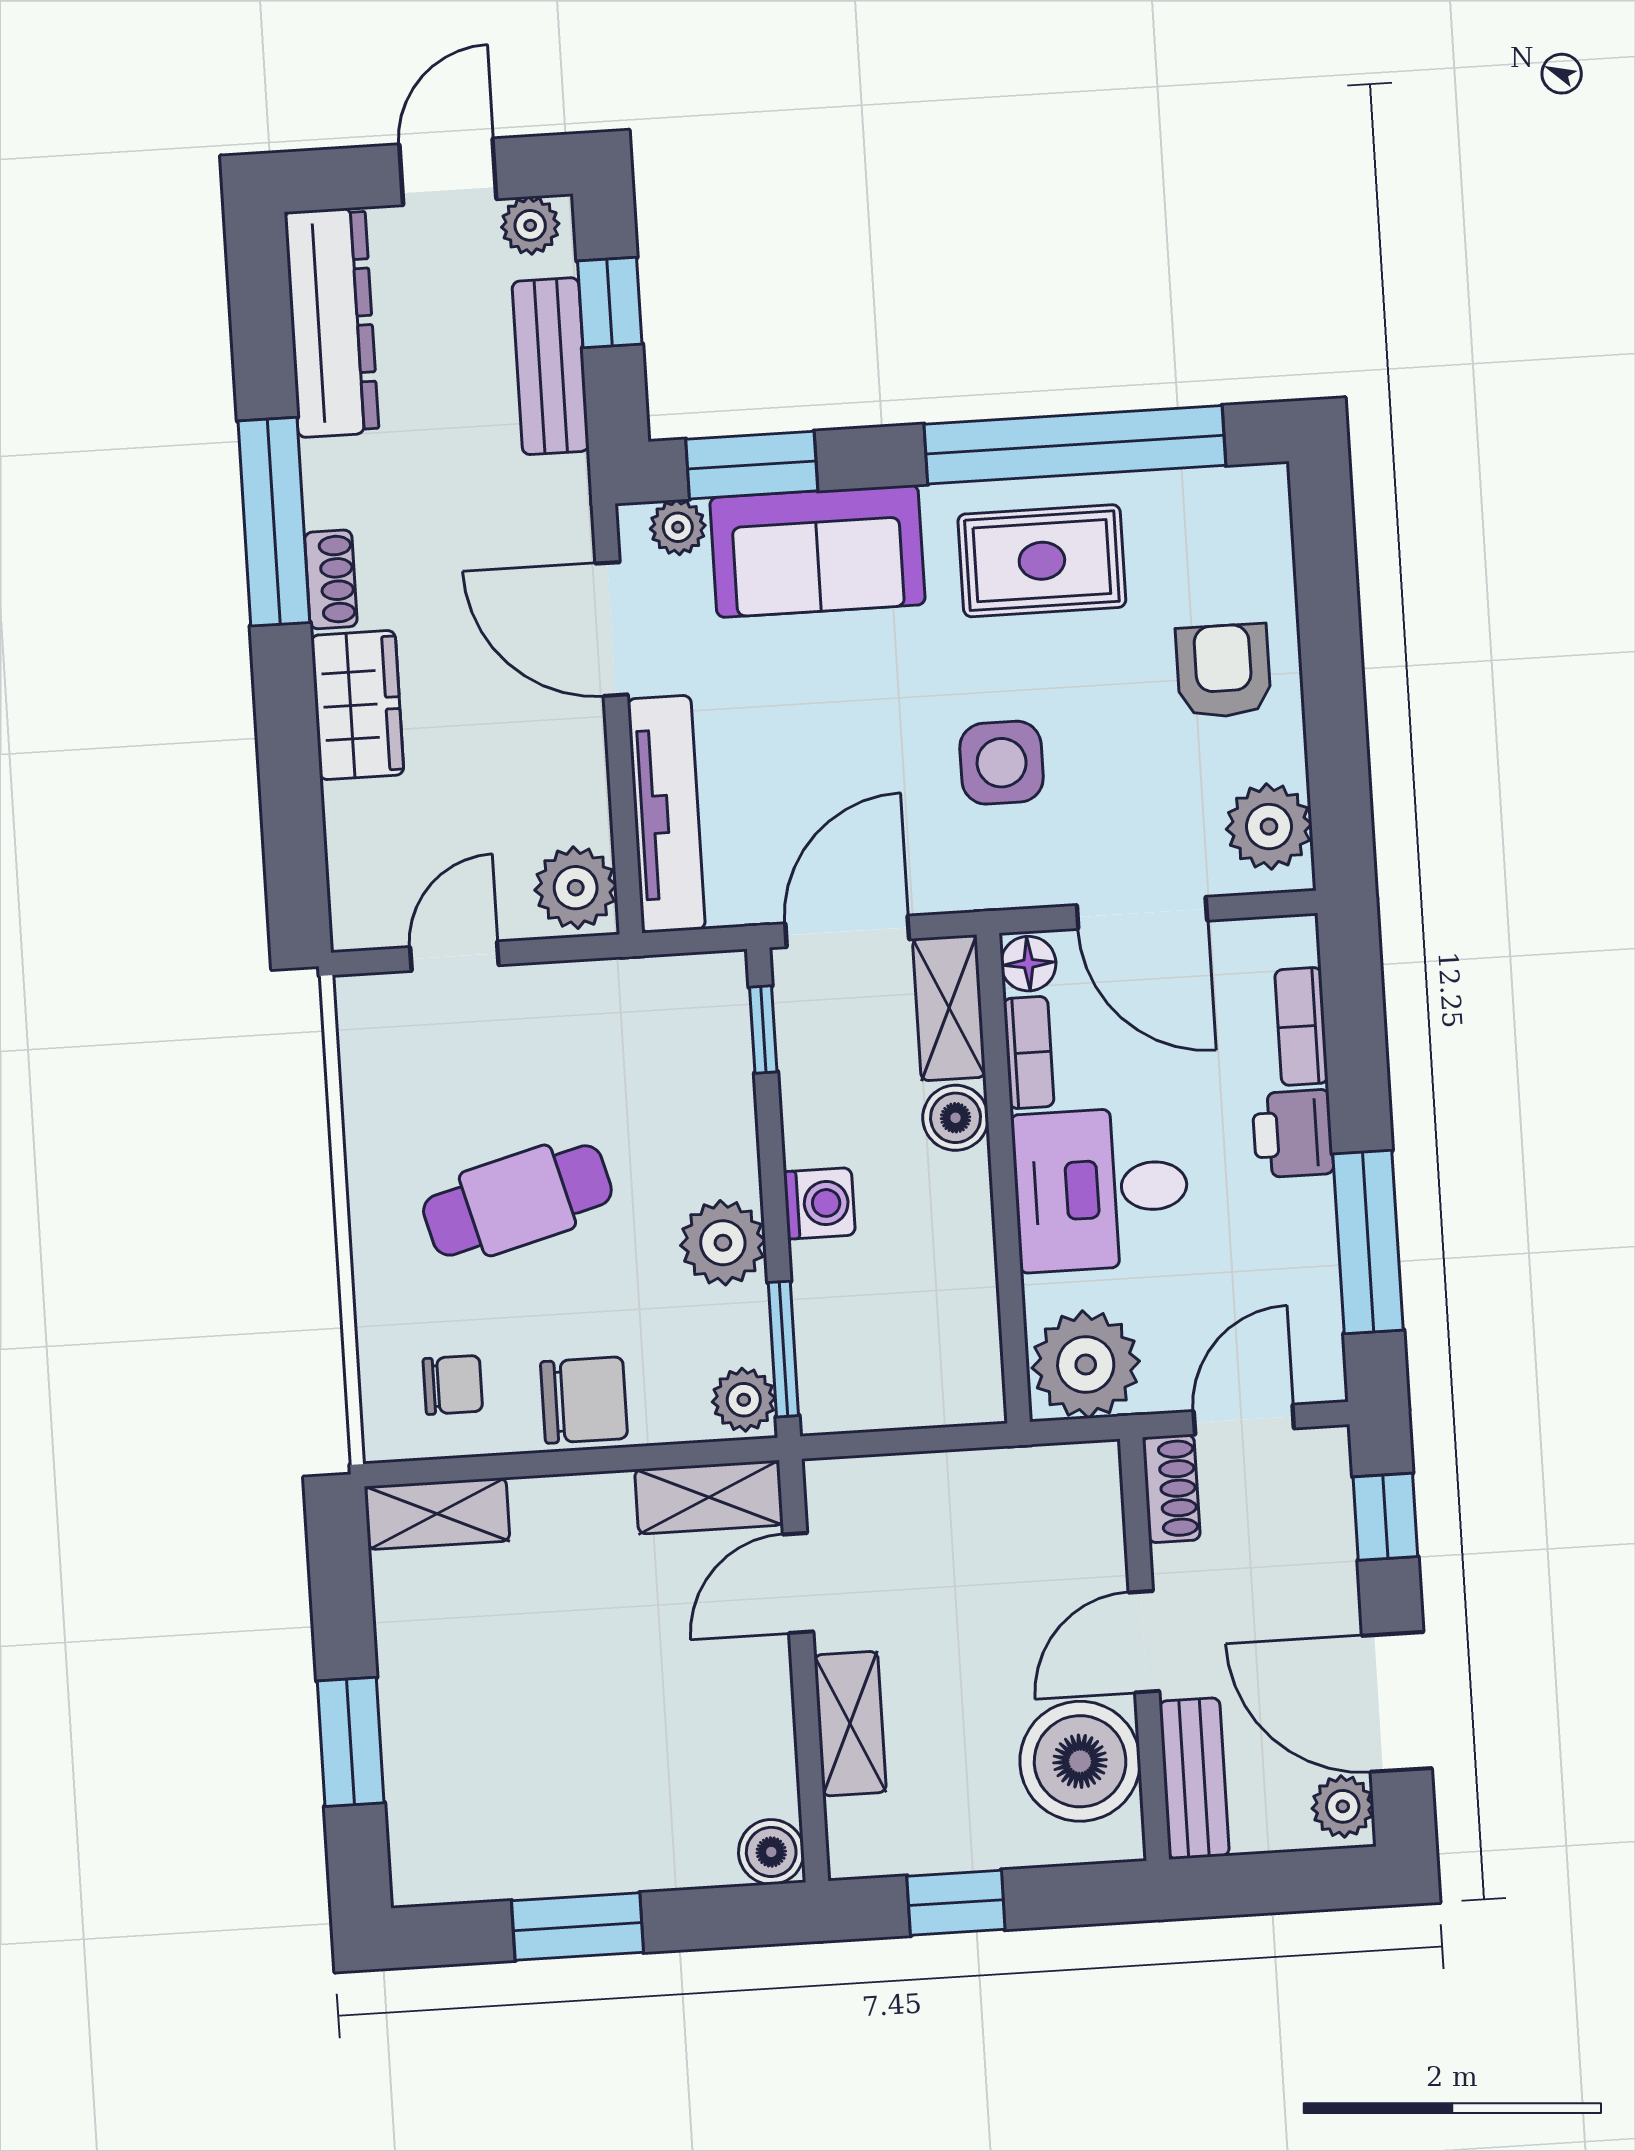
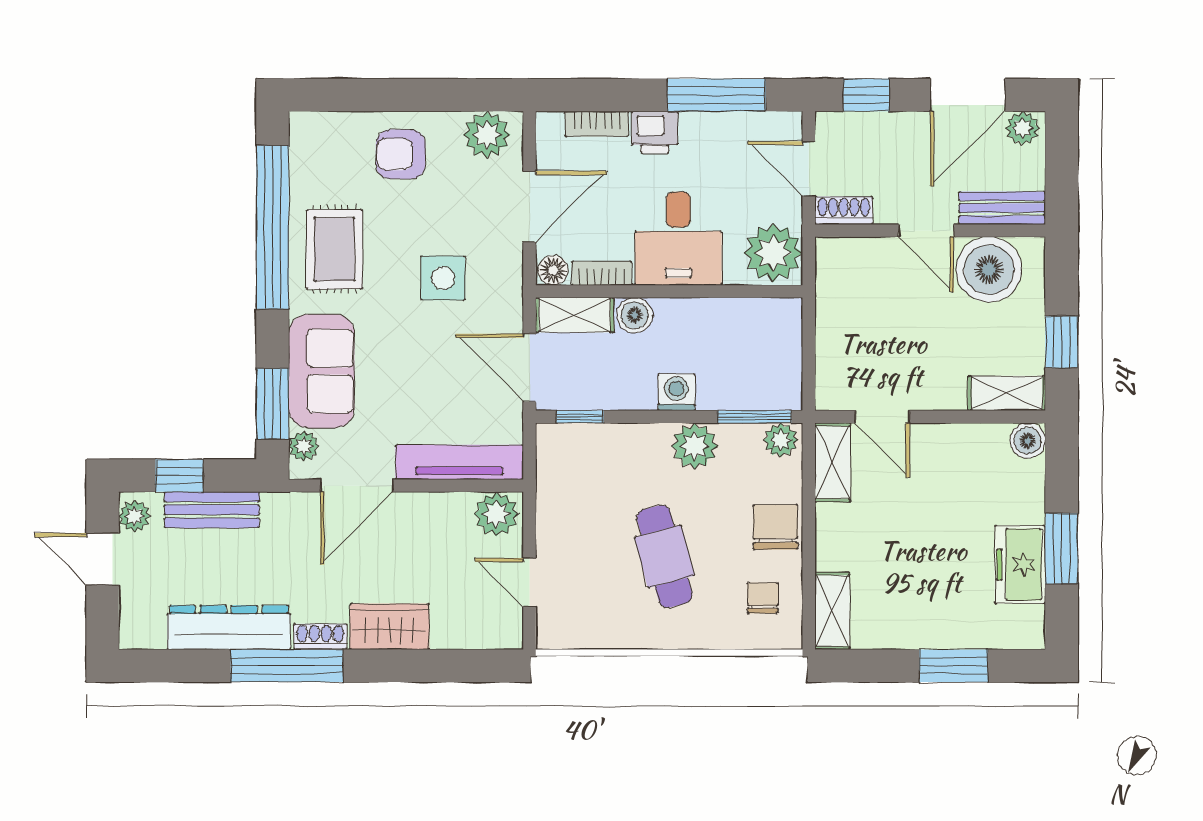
dresser: (332, 322) -> (229, 627), moved
shelving: (850, 1724) -> (1007, 393), moved
freezer: (543, 1852) -> (1020, 565), added

